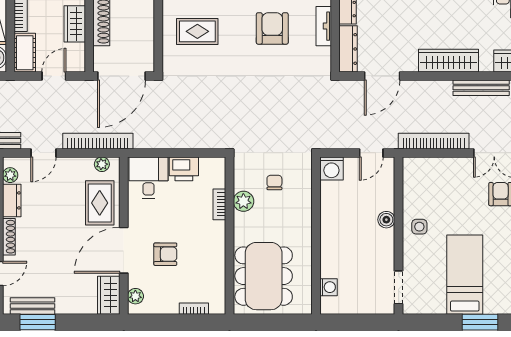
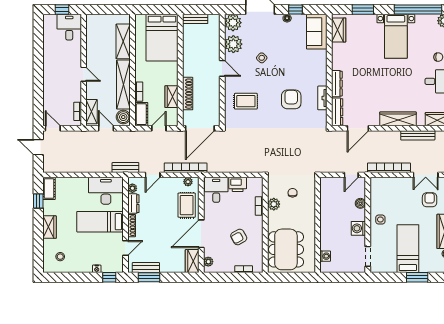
washing machine: (331, 168) -> (358, 228), moved, turned 90
boiler: (386, 220) -> (360, 203), moved
armchair: (165, 254) -> (239, 237), moved, turned 151

